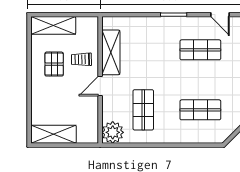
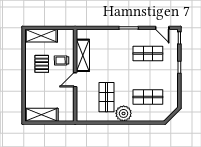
plant: (113, 132) -> (124, 113), moved

